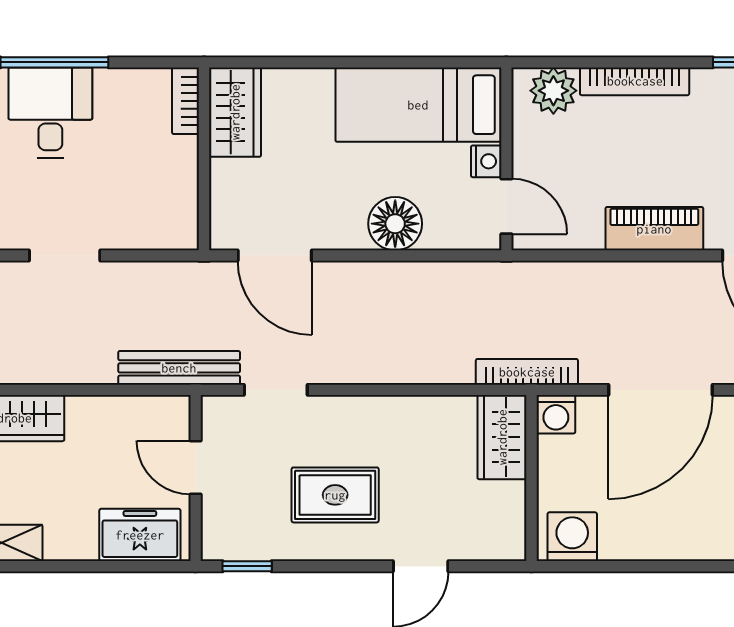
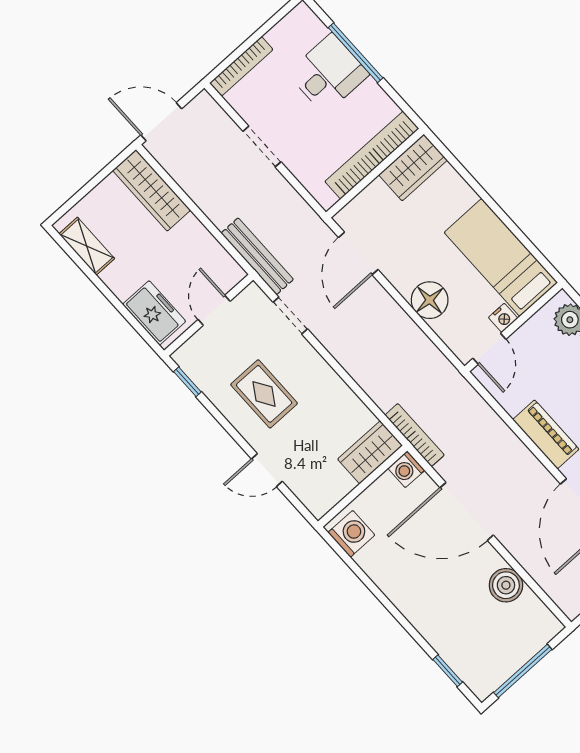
bookcase: (186, 101) -> (372, 155), width x2.31, depth x1.31

